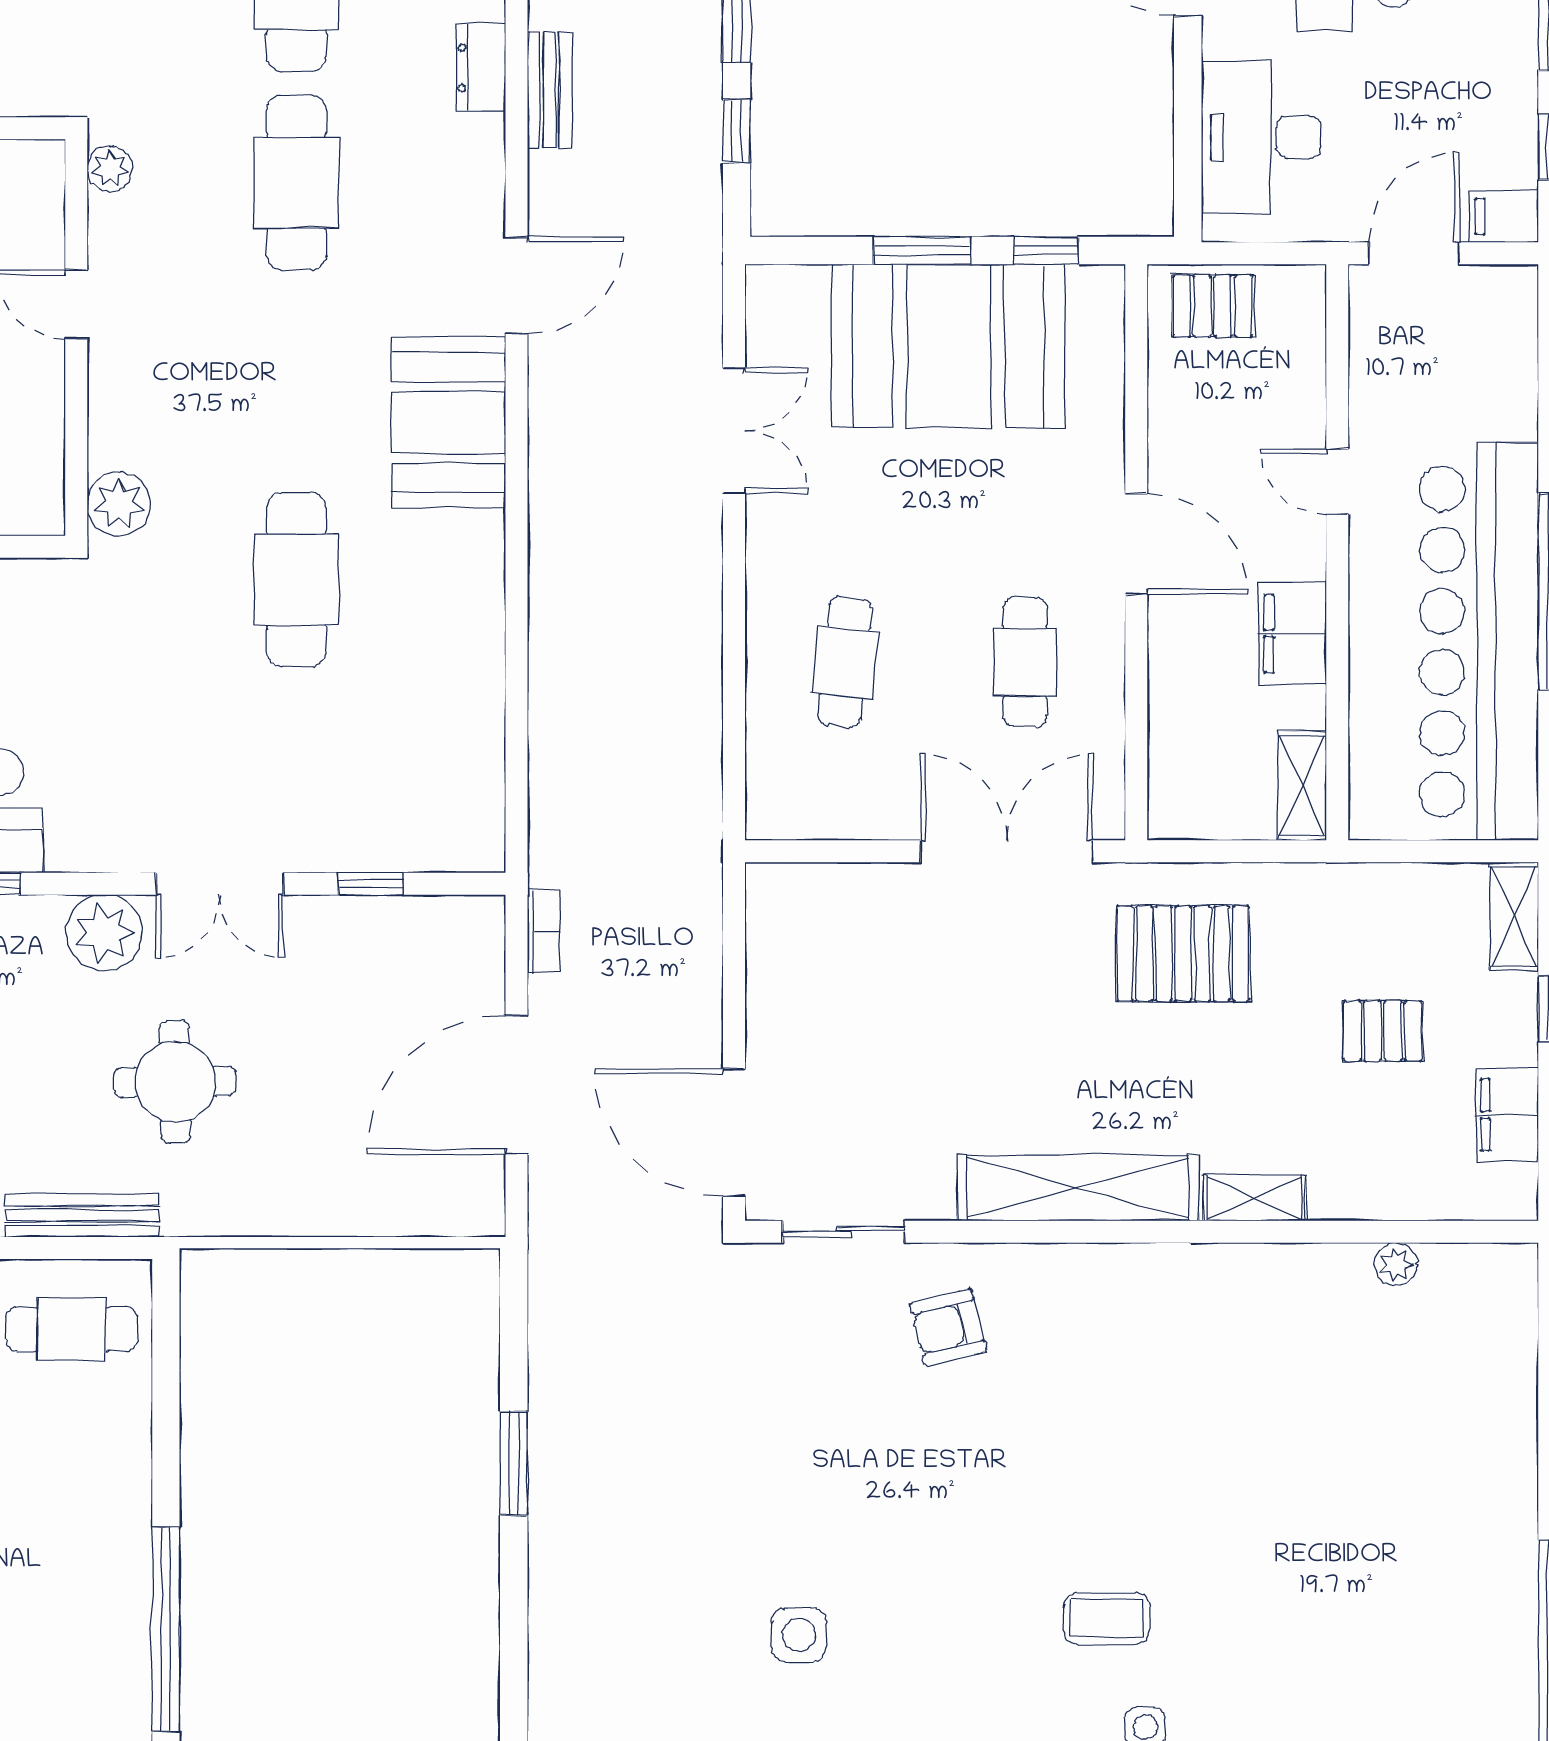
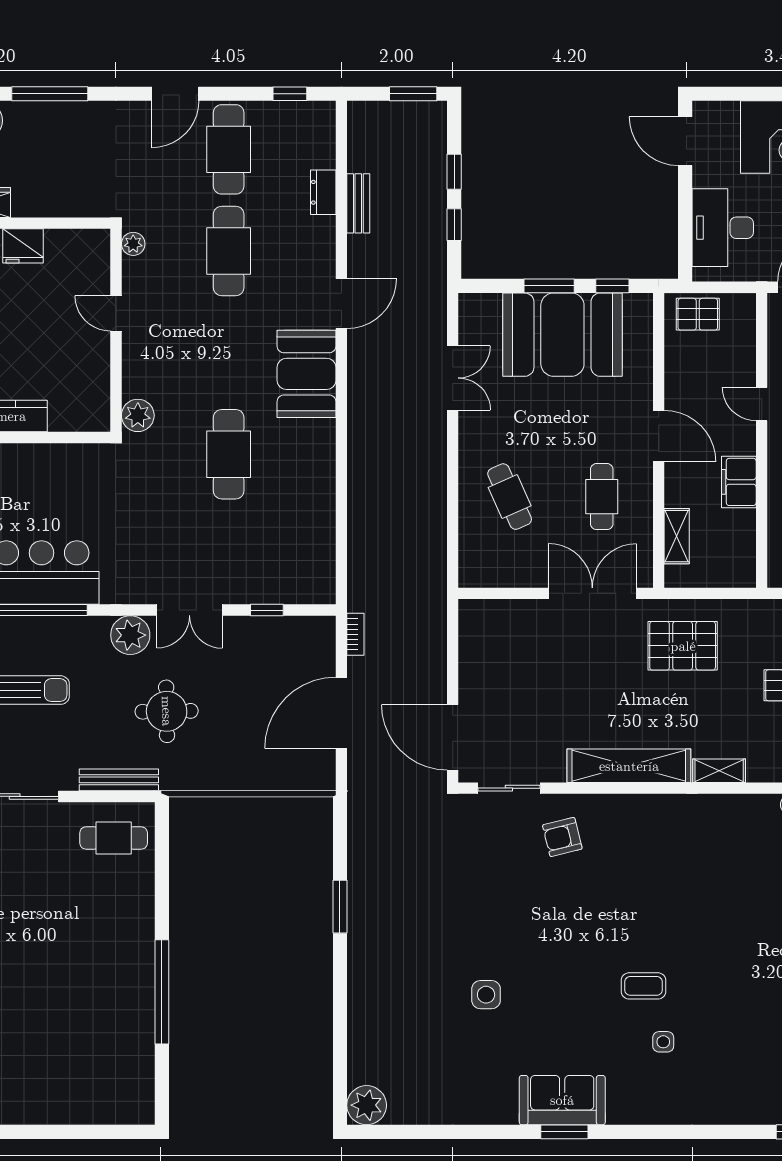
cafe table: (845, 662) -> (510, 497), turned -30
shelving: (1302, 786) -> (677, 536), moved

